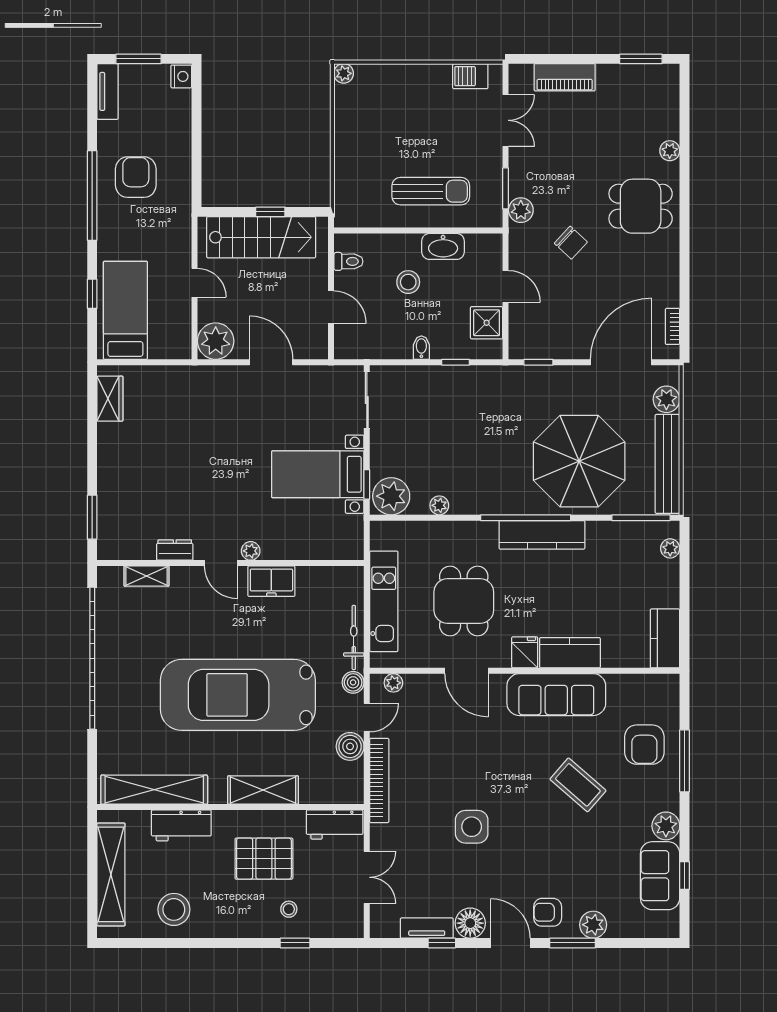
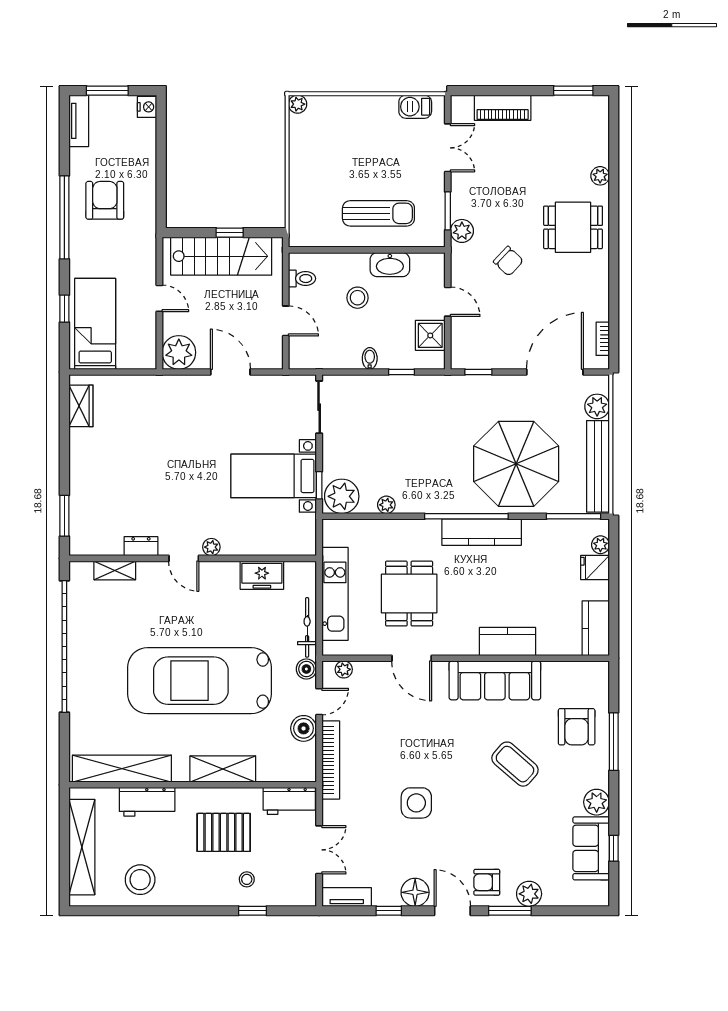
freezer: (271, 581) -> (262, 575), moved
fridge: (525, 652) -> (595, 568), moved, turned -90
tv unit: (427, 928) -> (347, 897), moved

